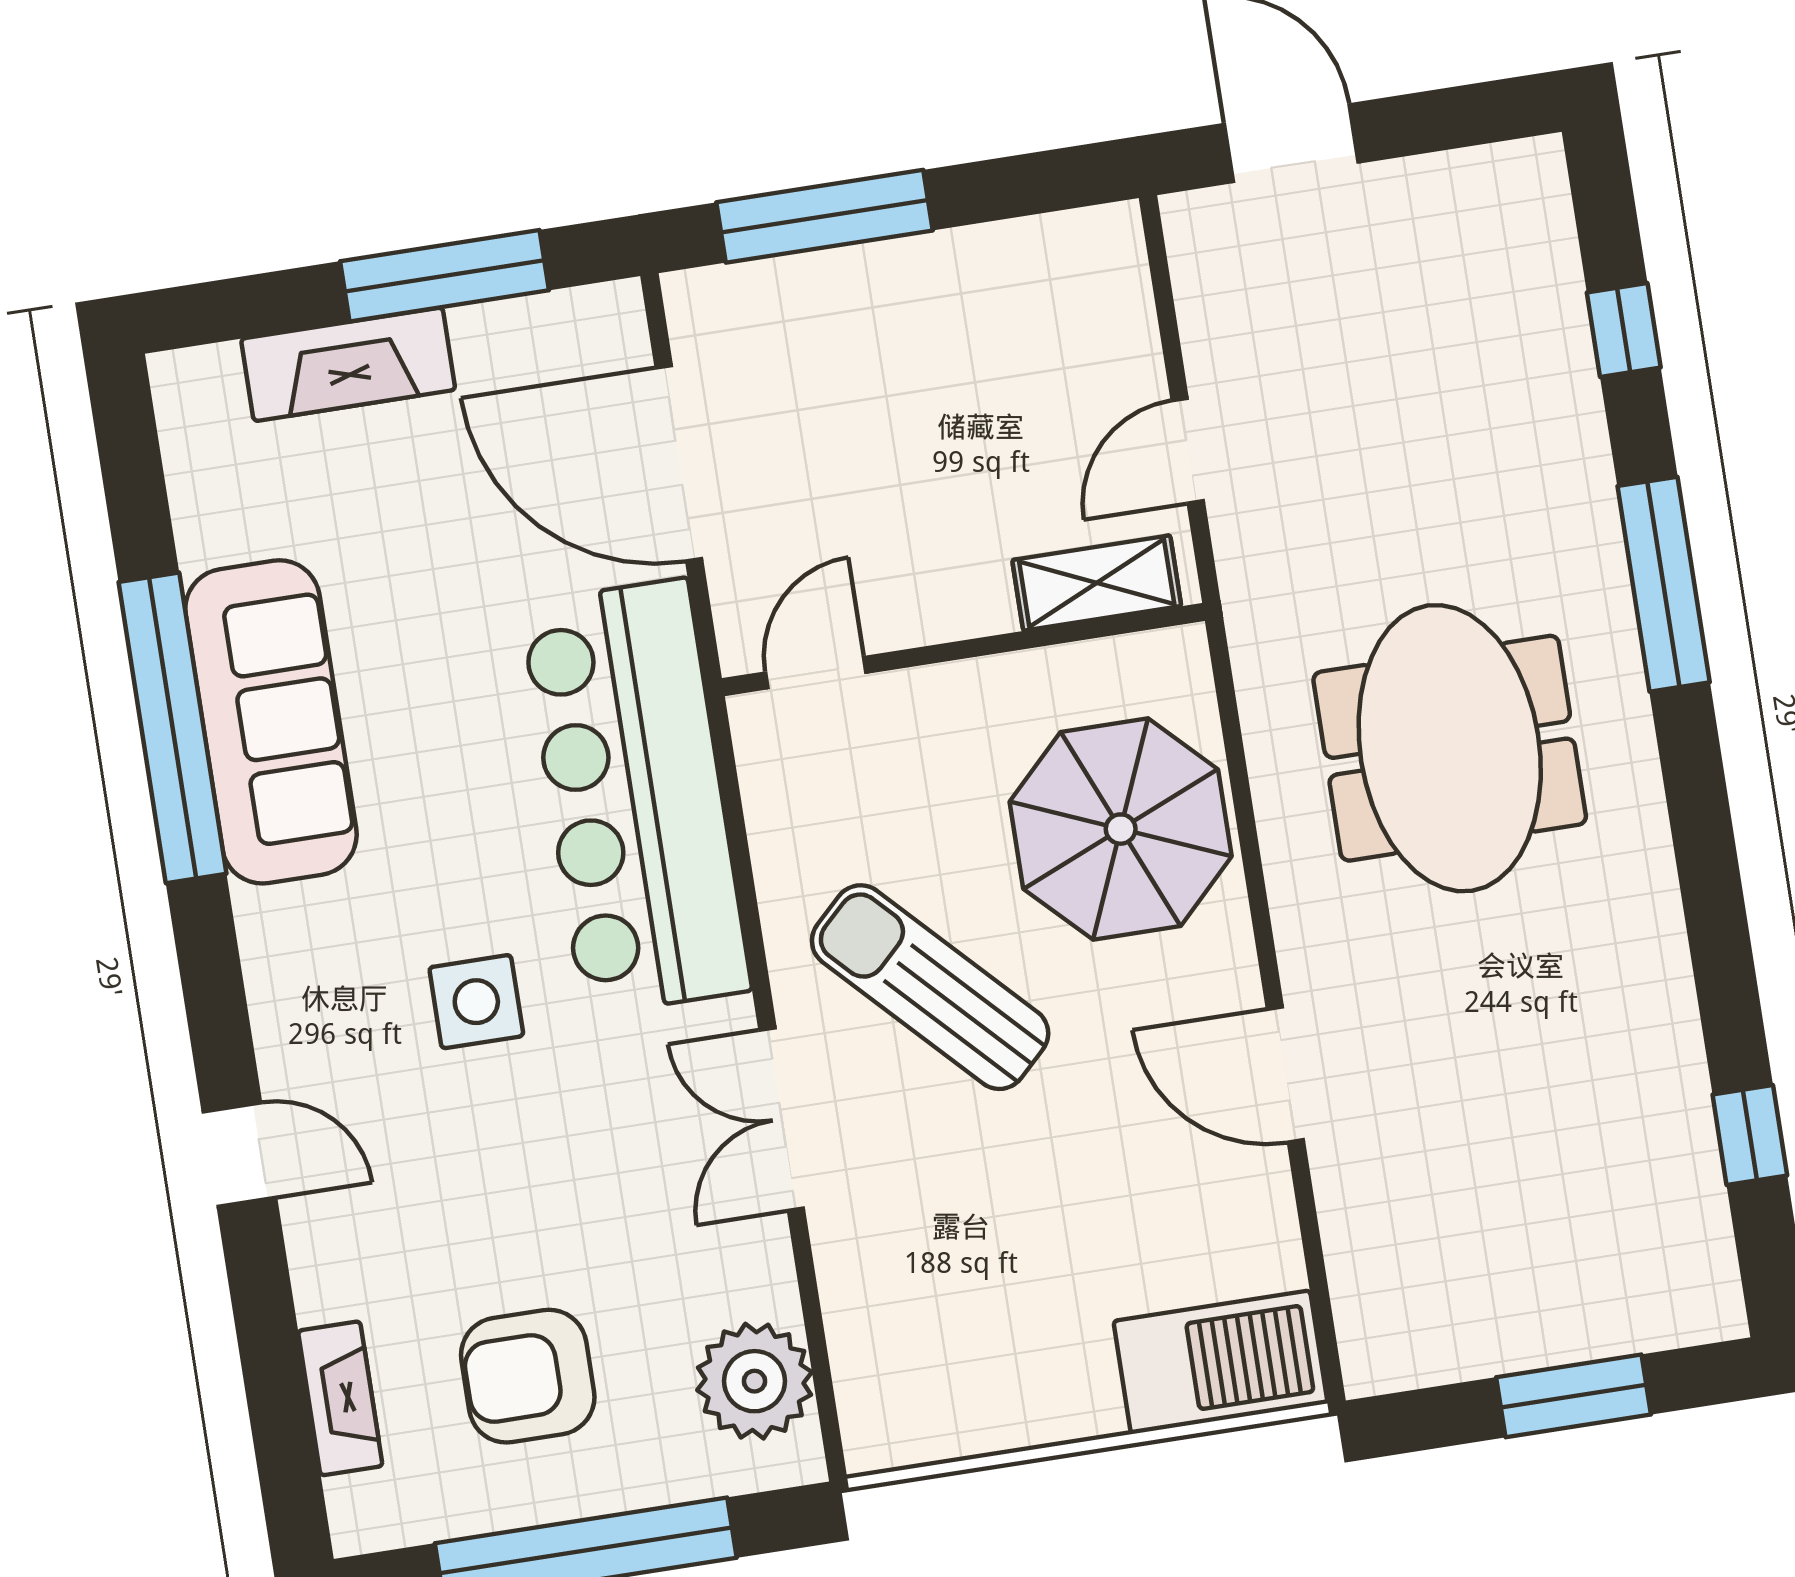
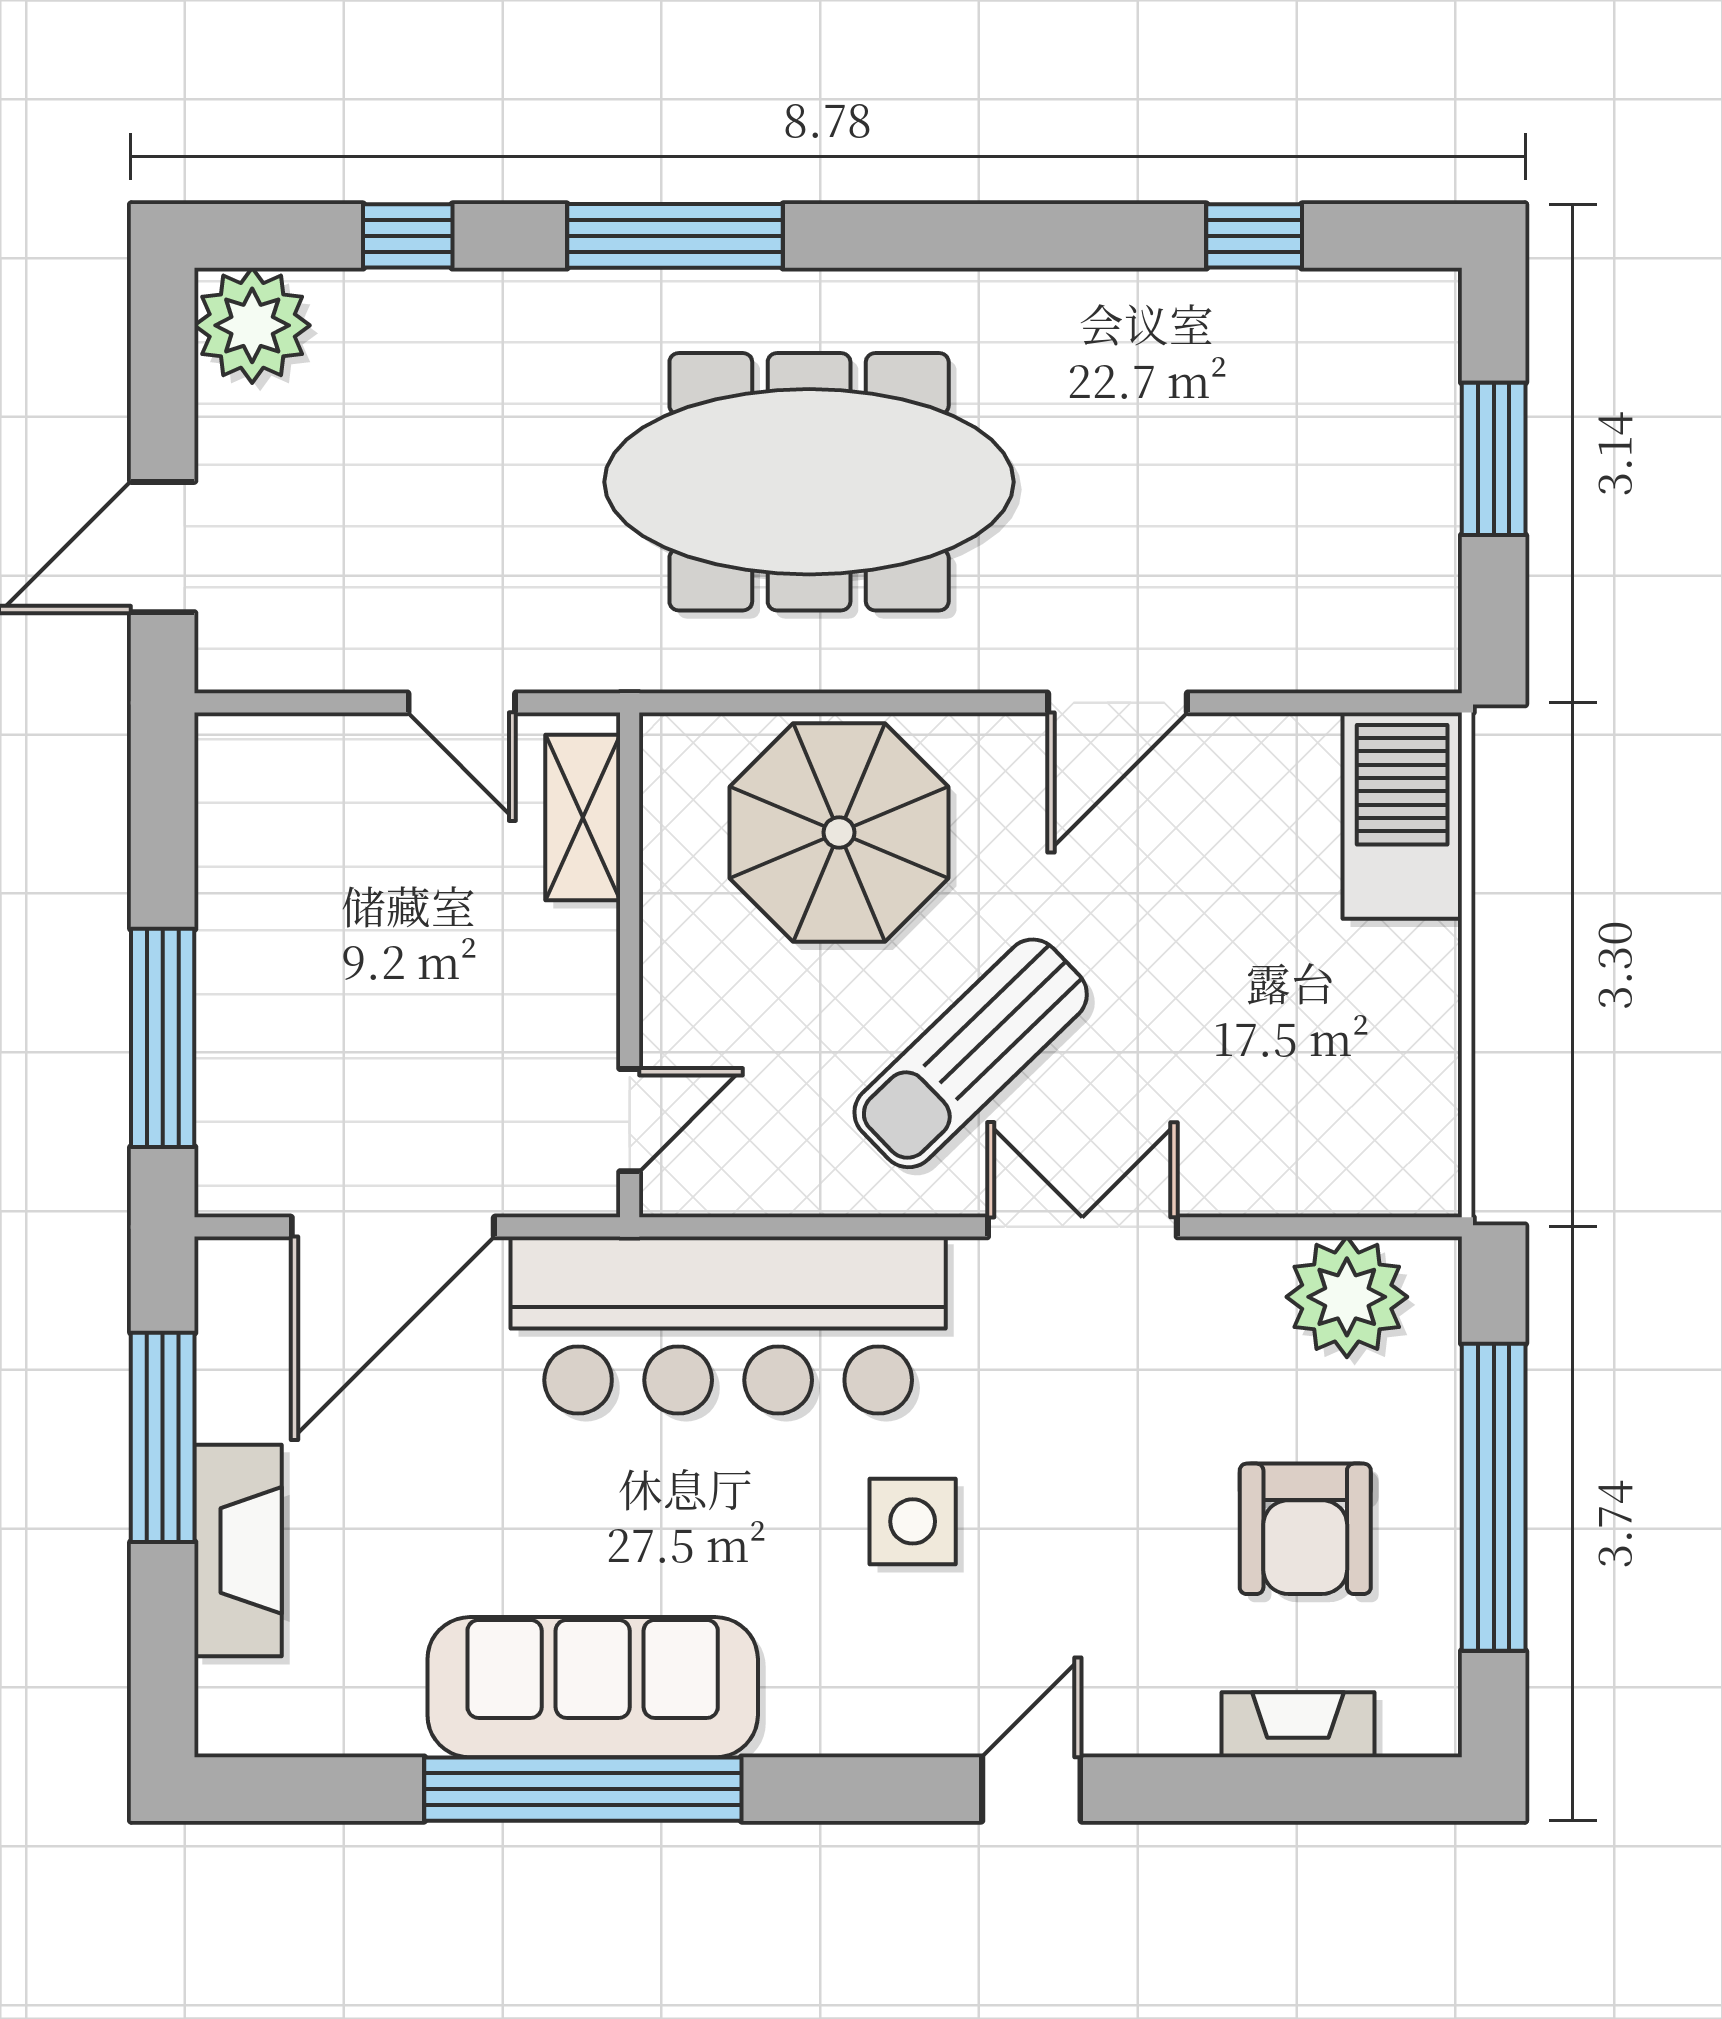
plant: (1515, 195) -> (252, 325), added
door: (816, 673) -> (630, 1120), swing flipped
meeting table: (1450, 748) -> (809, 482), width x1.36
double door: (782, 1119) -> (1082, 1227), swing flipped

